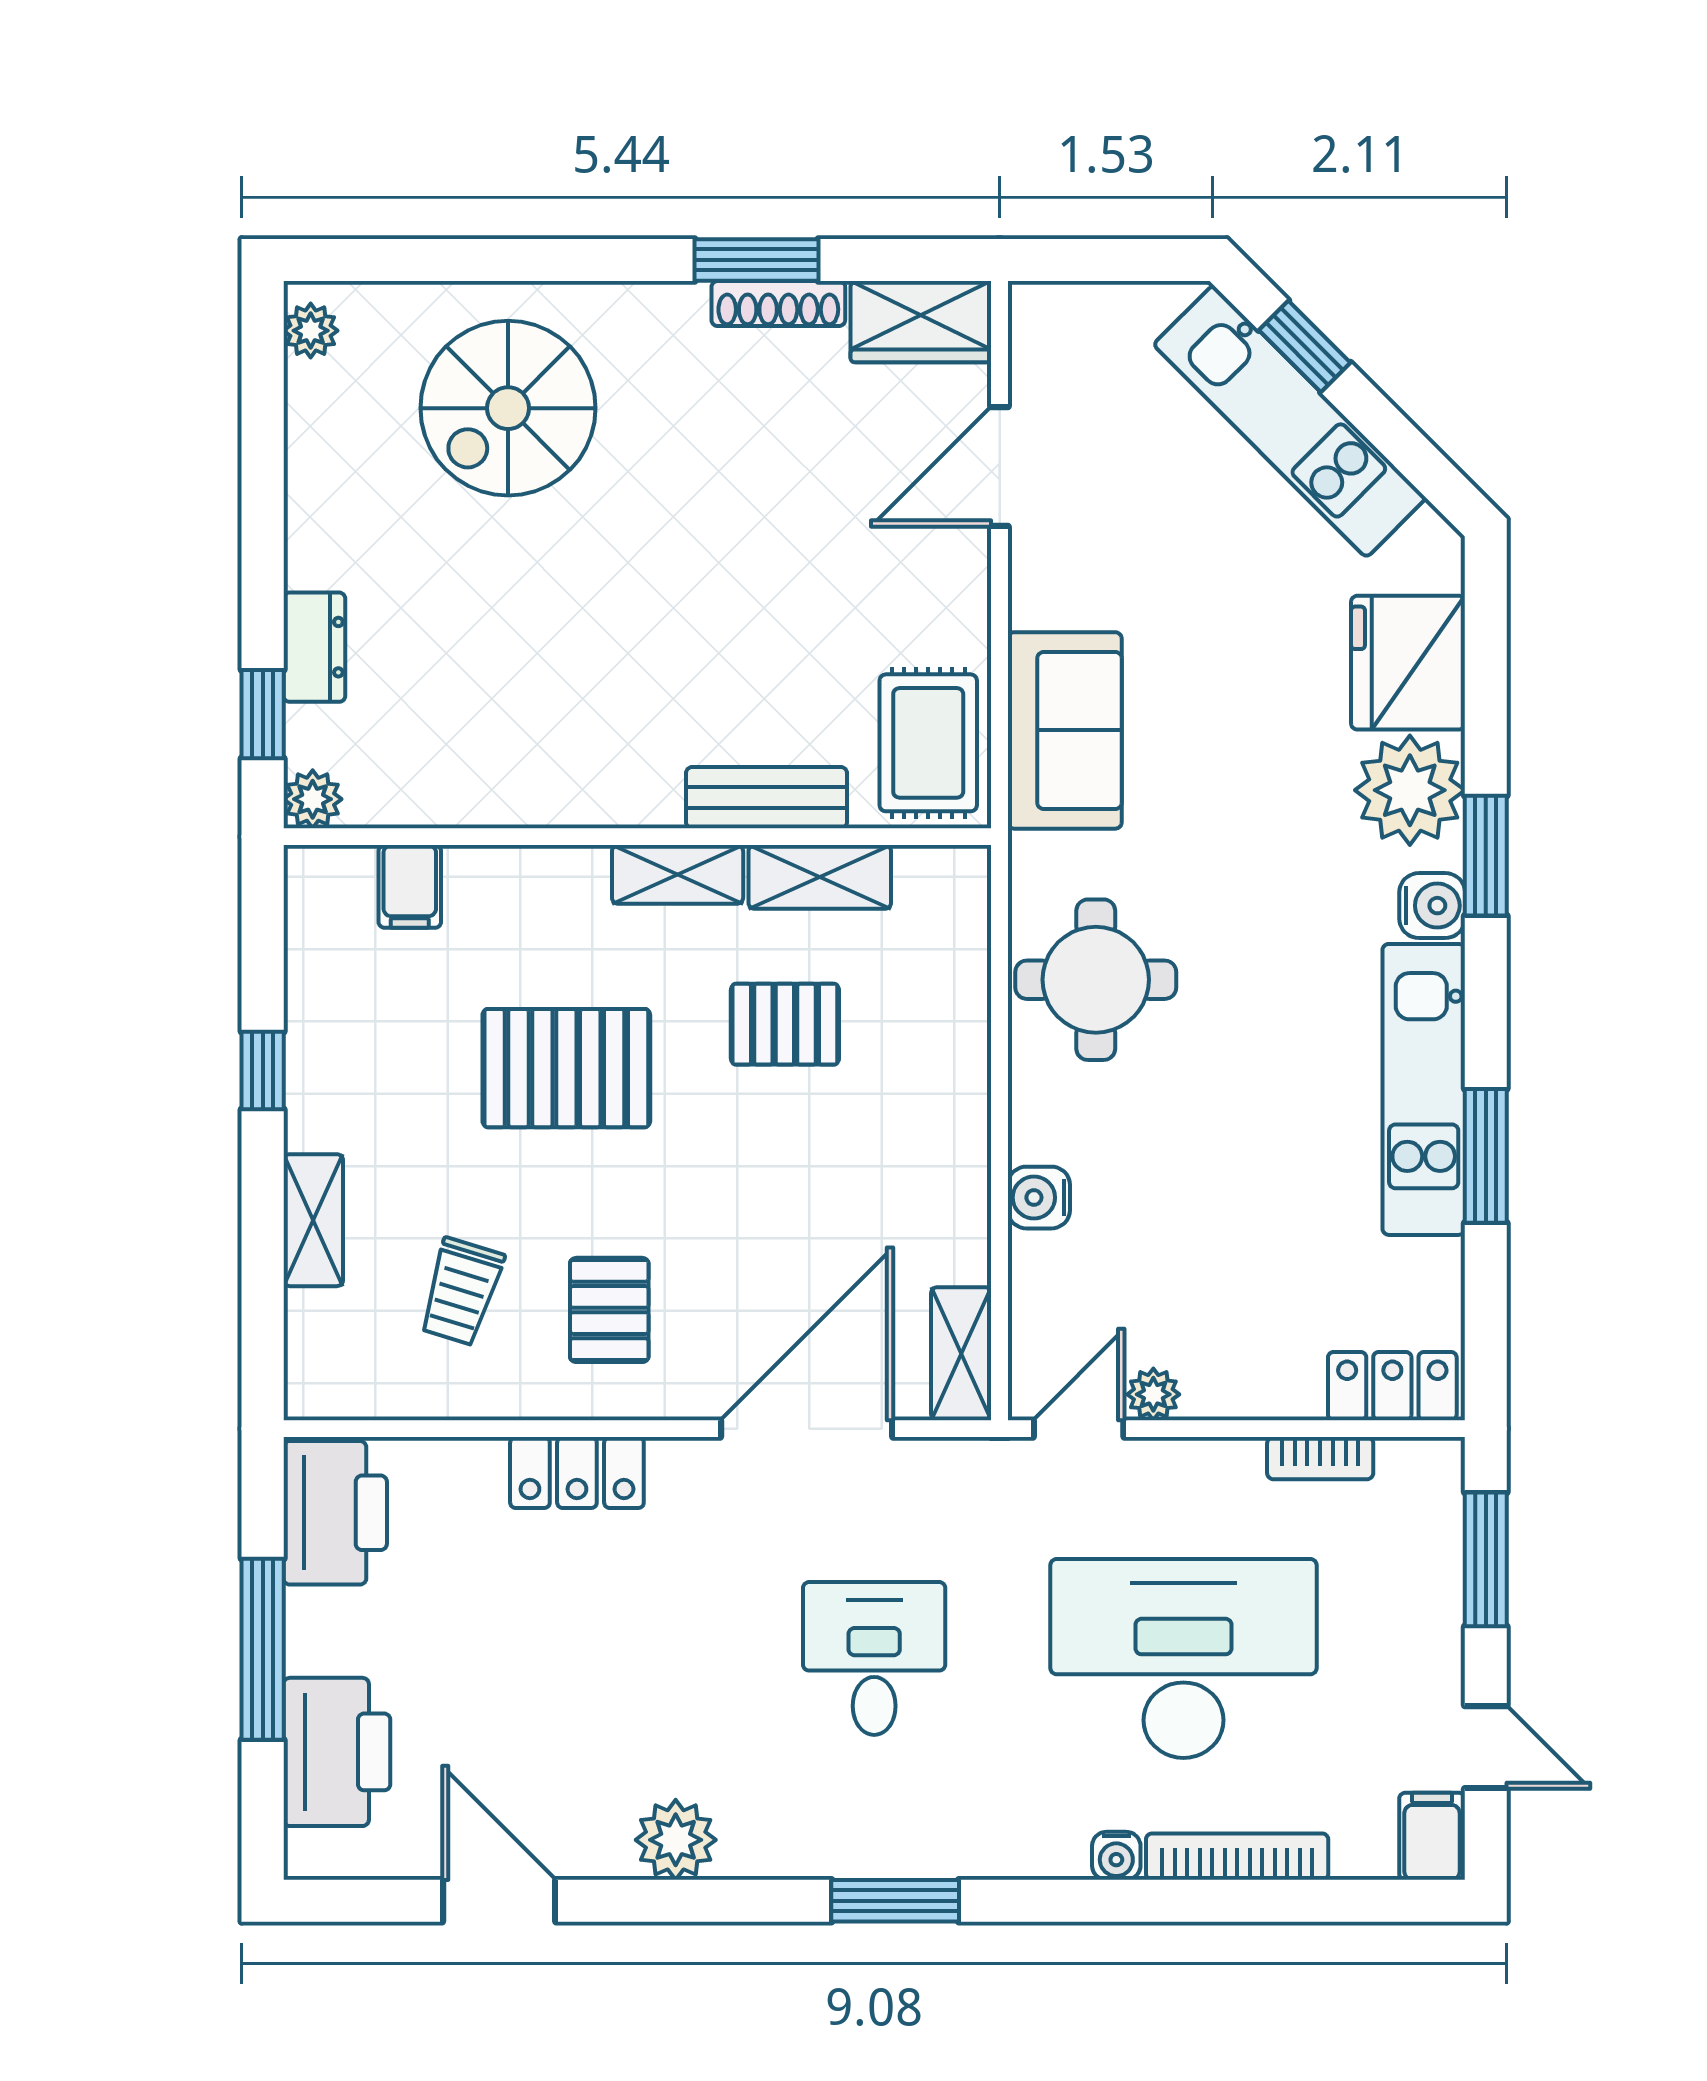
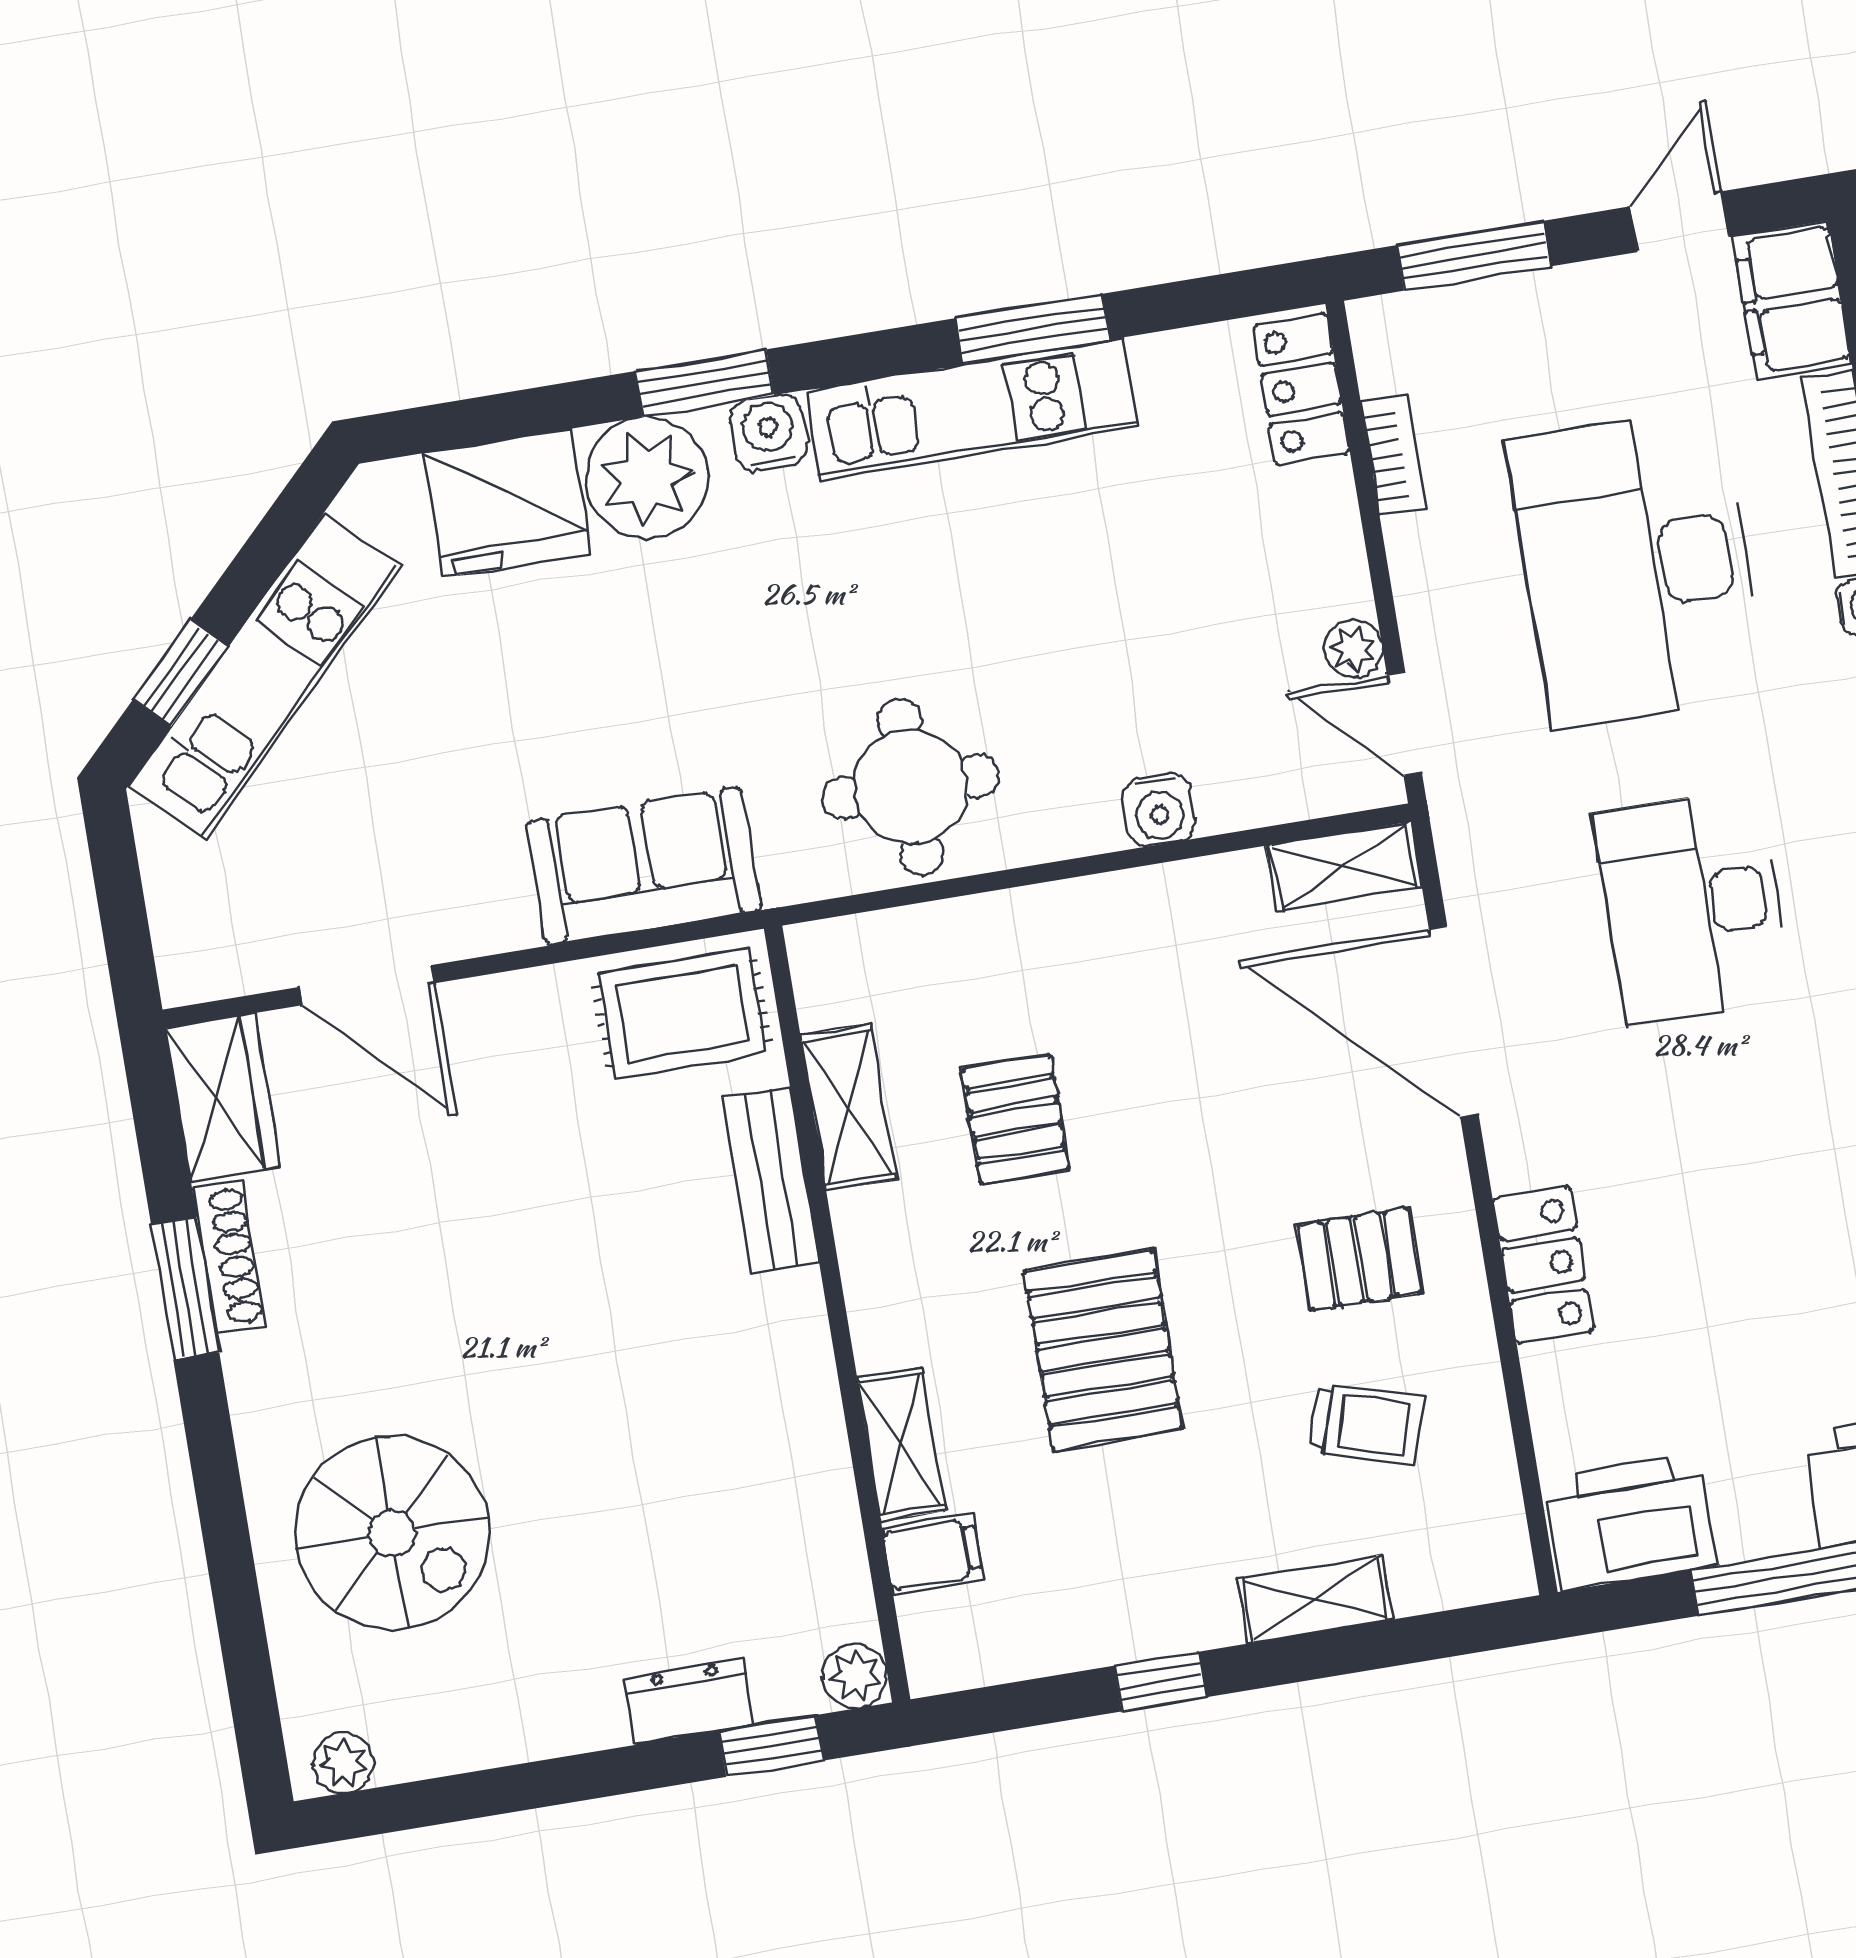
shelving: (678, 874) -> (901, 1444), moved
desk: (874, 1658) -> (1693, 906), width x1.37
filing cabinet: (1432, 1836) -> (1792, 300), width x2.00

